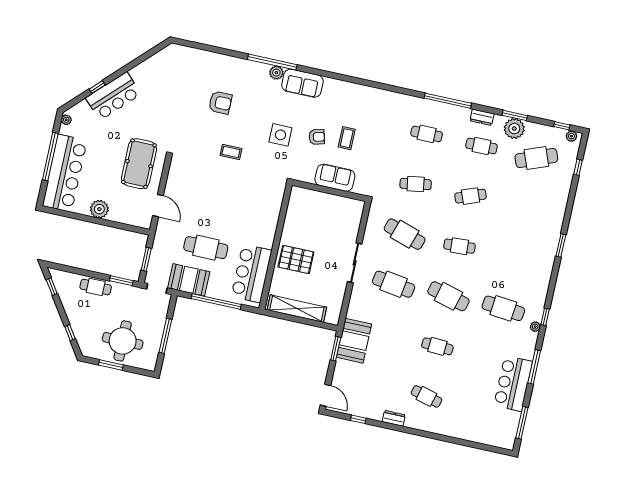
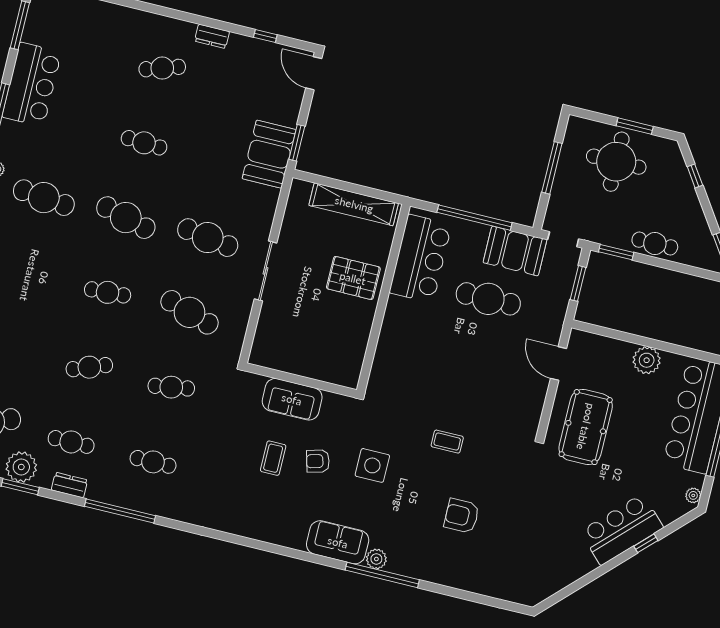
cafe table: (426, 396) -> (162, 68), turned -33

